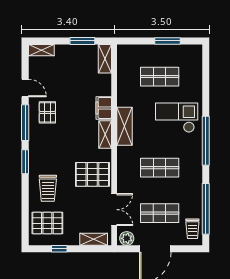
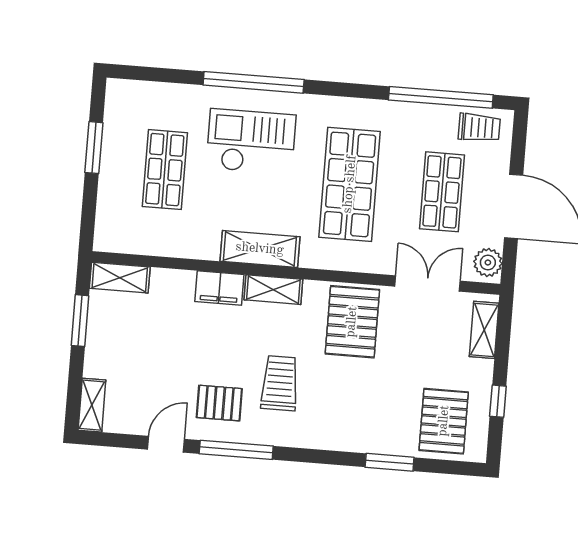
checkout: (177, 118) -> (251, 142), turned 90
window: (206, 141) -> (254, 82), moved
window: (25, 162) -> (390, 462), moved
shop shelf: (160, 168) -> (350, 184), width x1.43, depth x1.36
trolley: (48, 188) -> (280, 383), moved, turned -90

